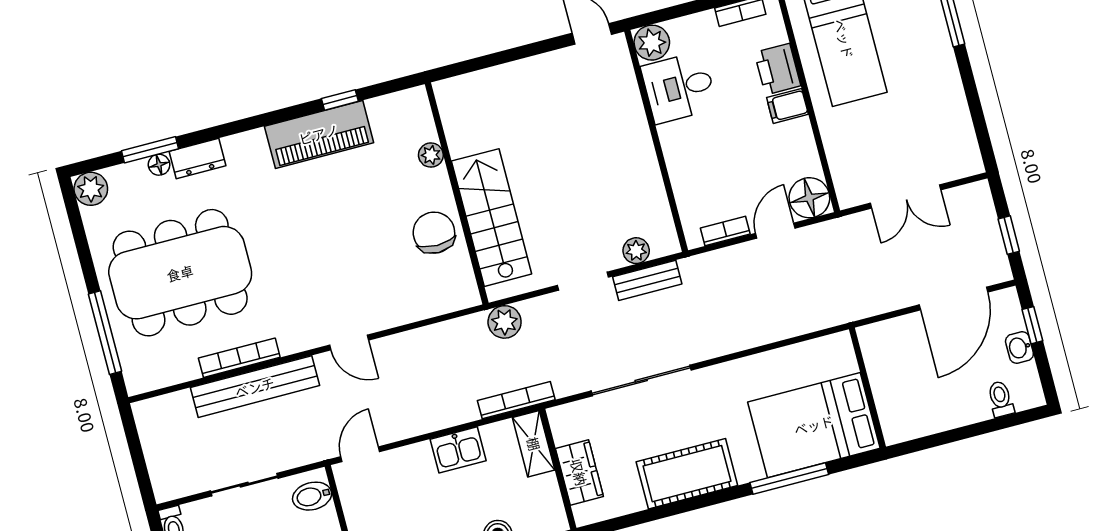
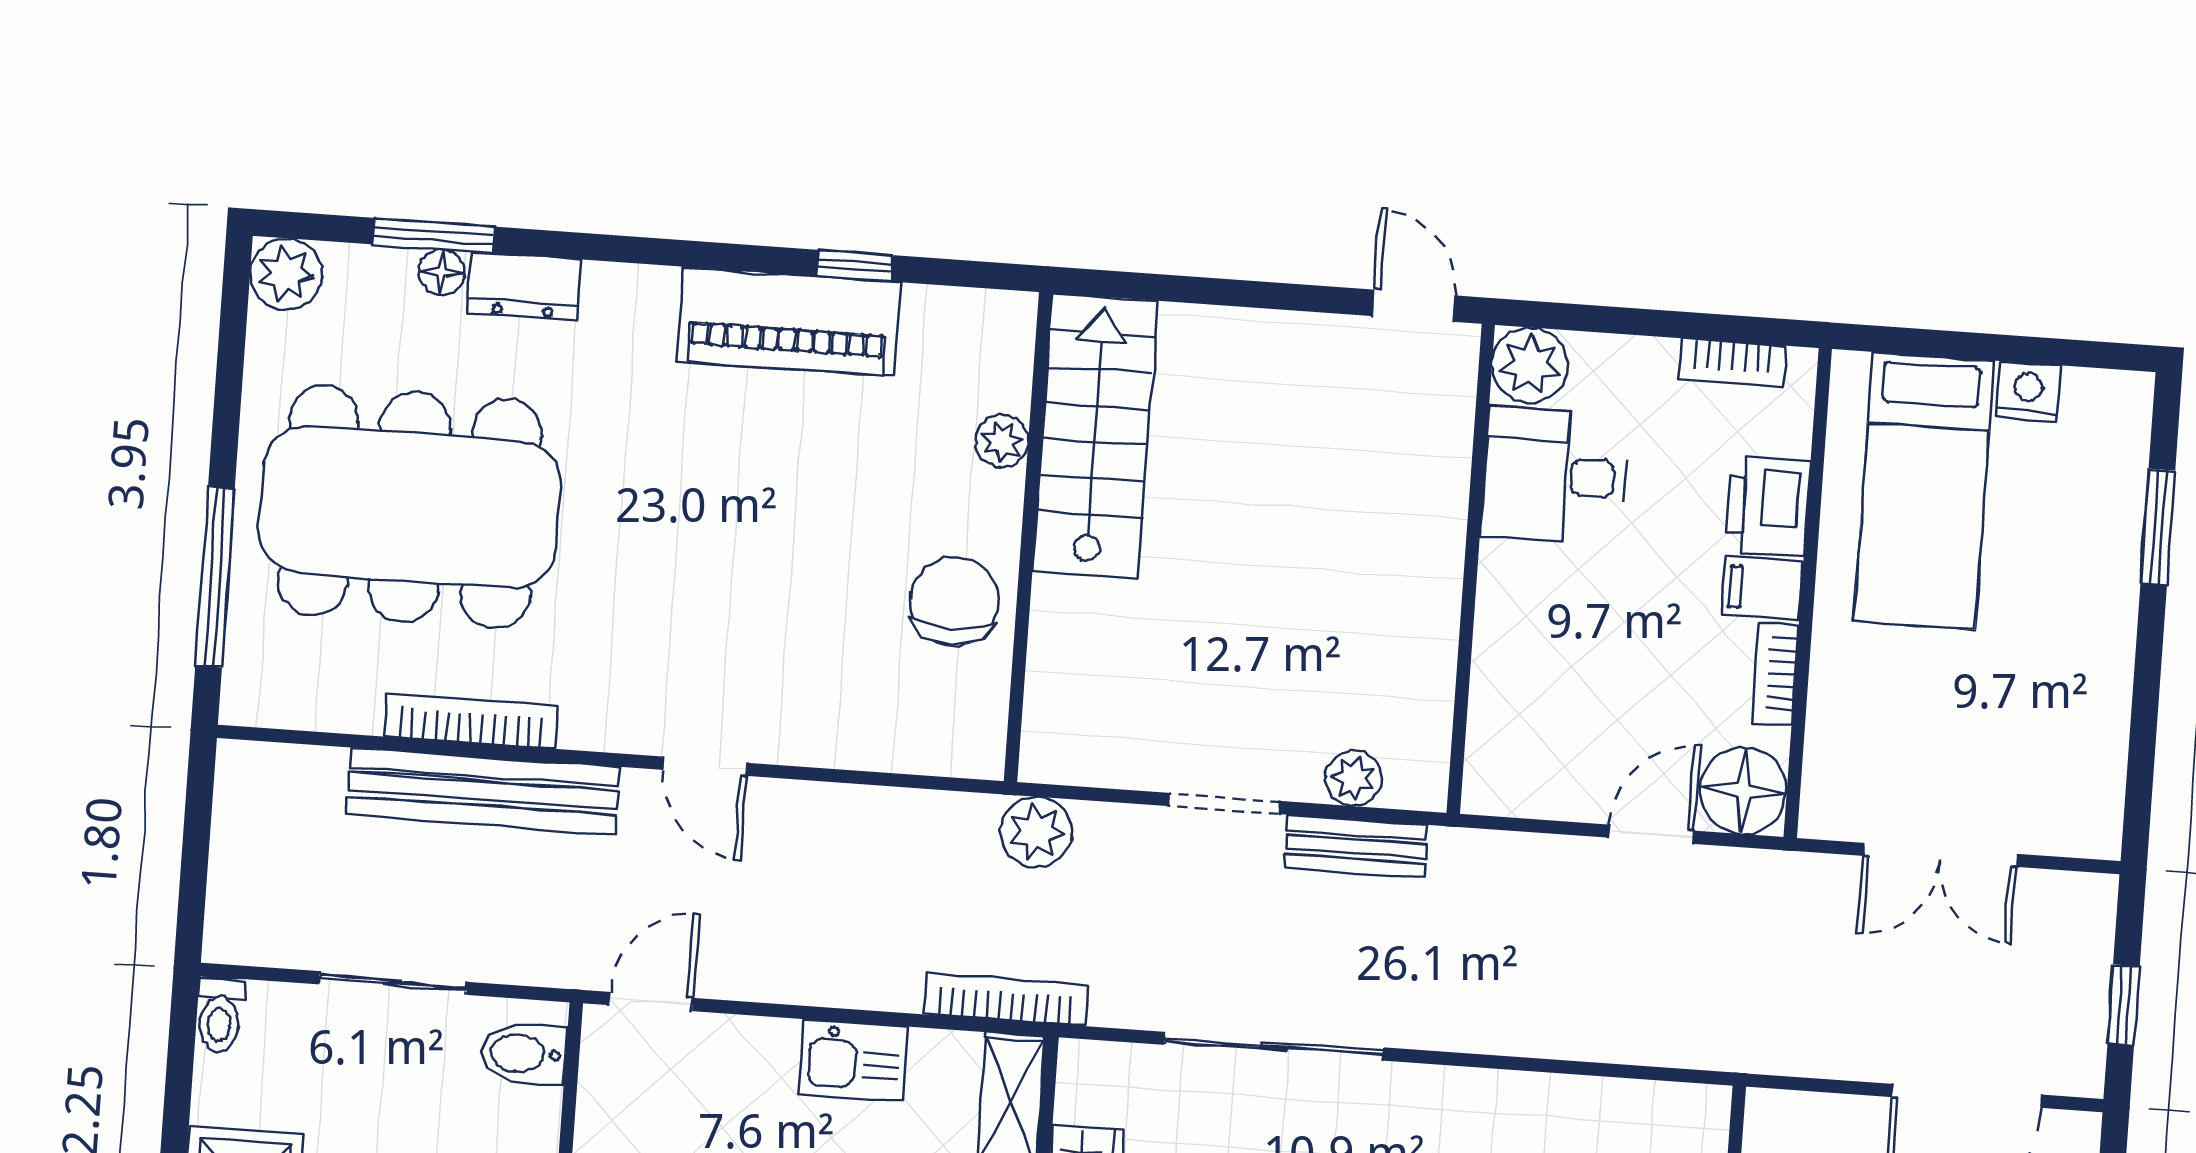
stairs: (492, 218) -> (1095, 436), moved
bookcase: (725, 231) -> (1775, 674), moved, turned -90

